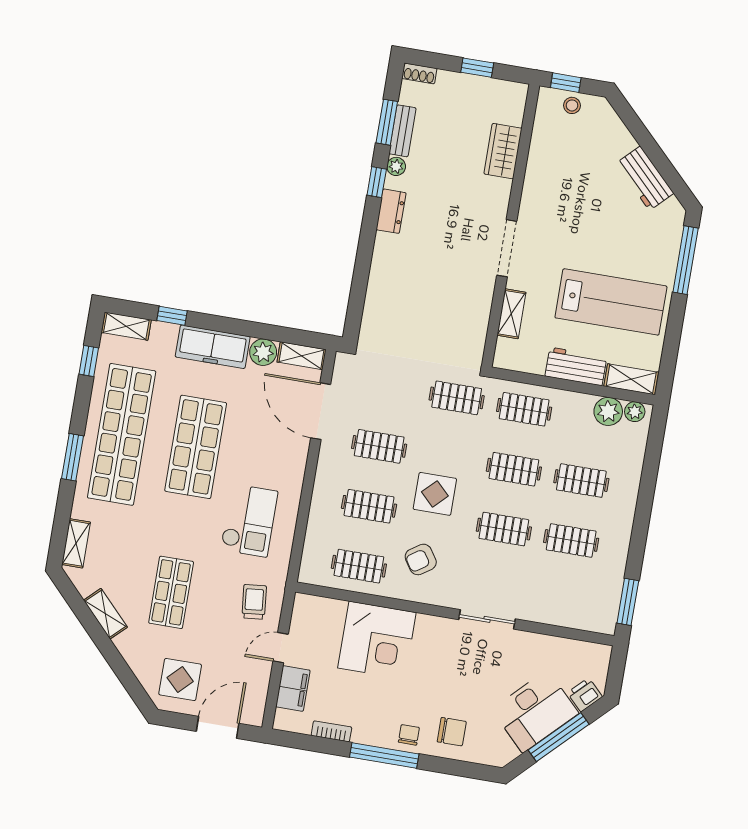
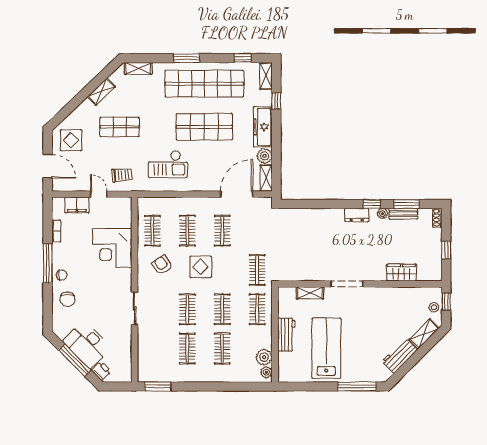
lab bench: (611, 302) -> (326, 348), turned 180
shelving: (631, 379) -> (424, 334), moved, turned 45

